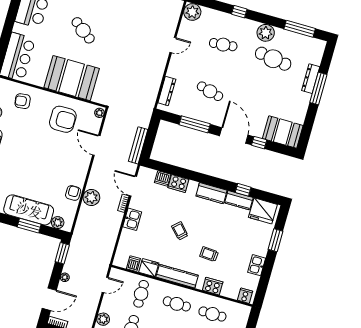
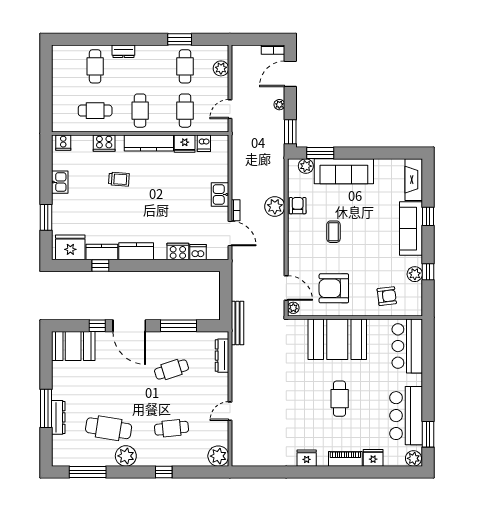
cafe table: (83, 30) -> (340, 399), turned 53
cafe table: (210, 91) -> (171, 370), turned -33
door: (96, 145) -> (286, 288), moved
bench: (138, 145) -> (237, 323), moved
coffee table: (50, 164) -> (333, 232), added
armchair: (73, 193) -> (298, 206), turned 180
window: (29, 226) -> (320, 153), moved
trolley: (180, 231) -> (161, 197), removed
cafe table: (177, 304) -> (140, 111), turned 90

